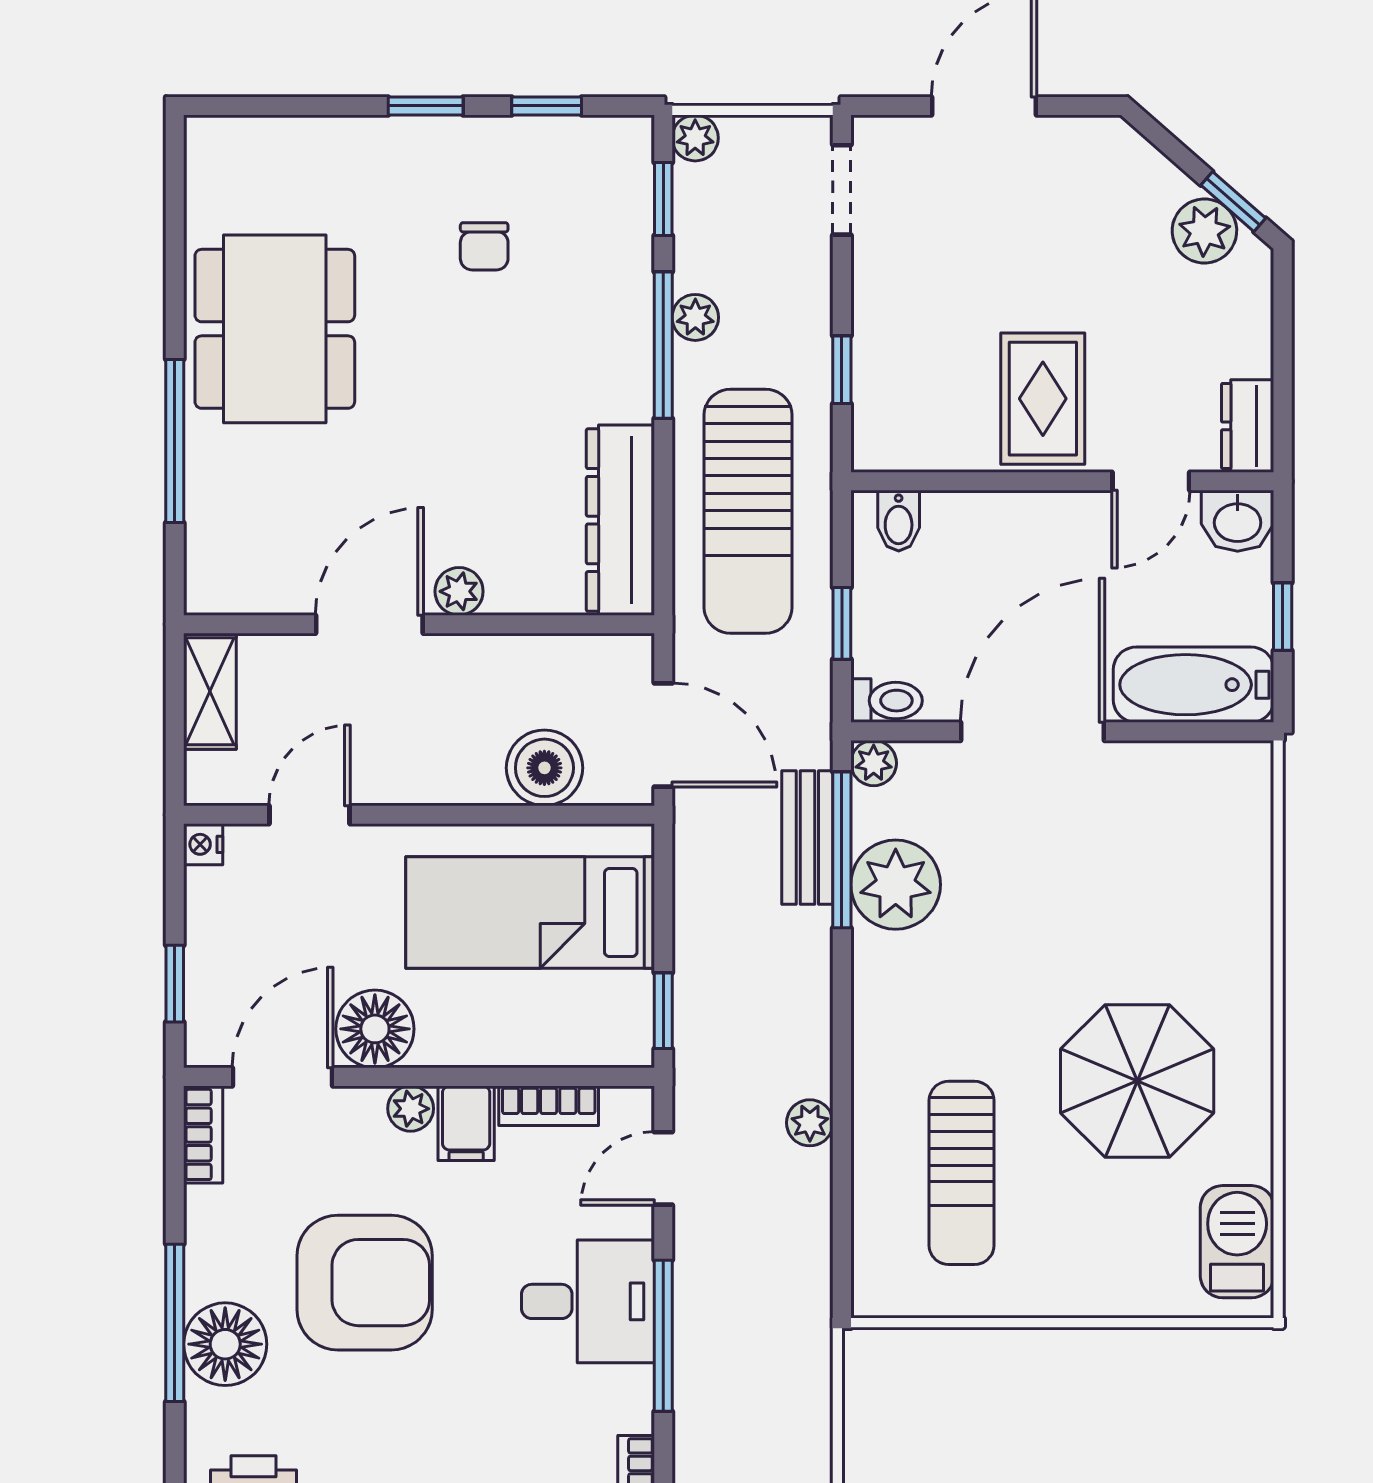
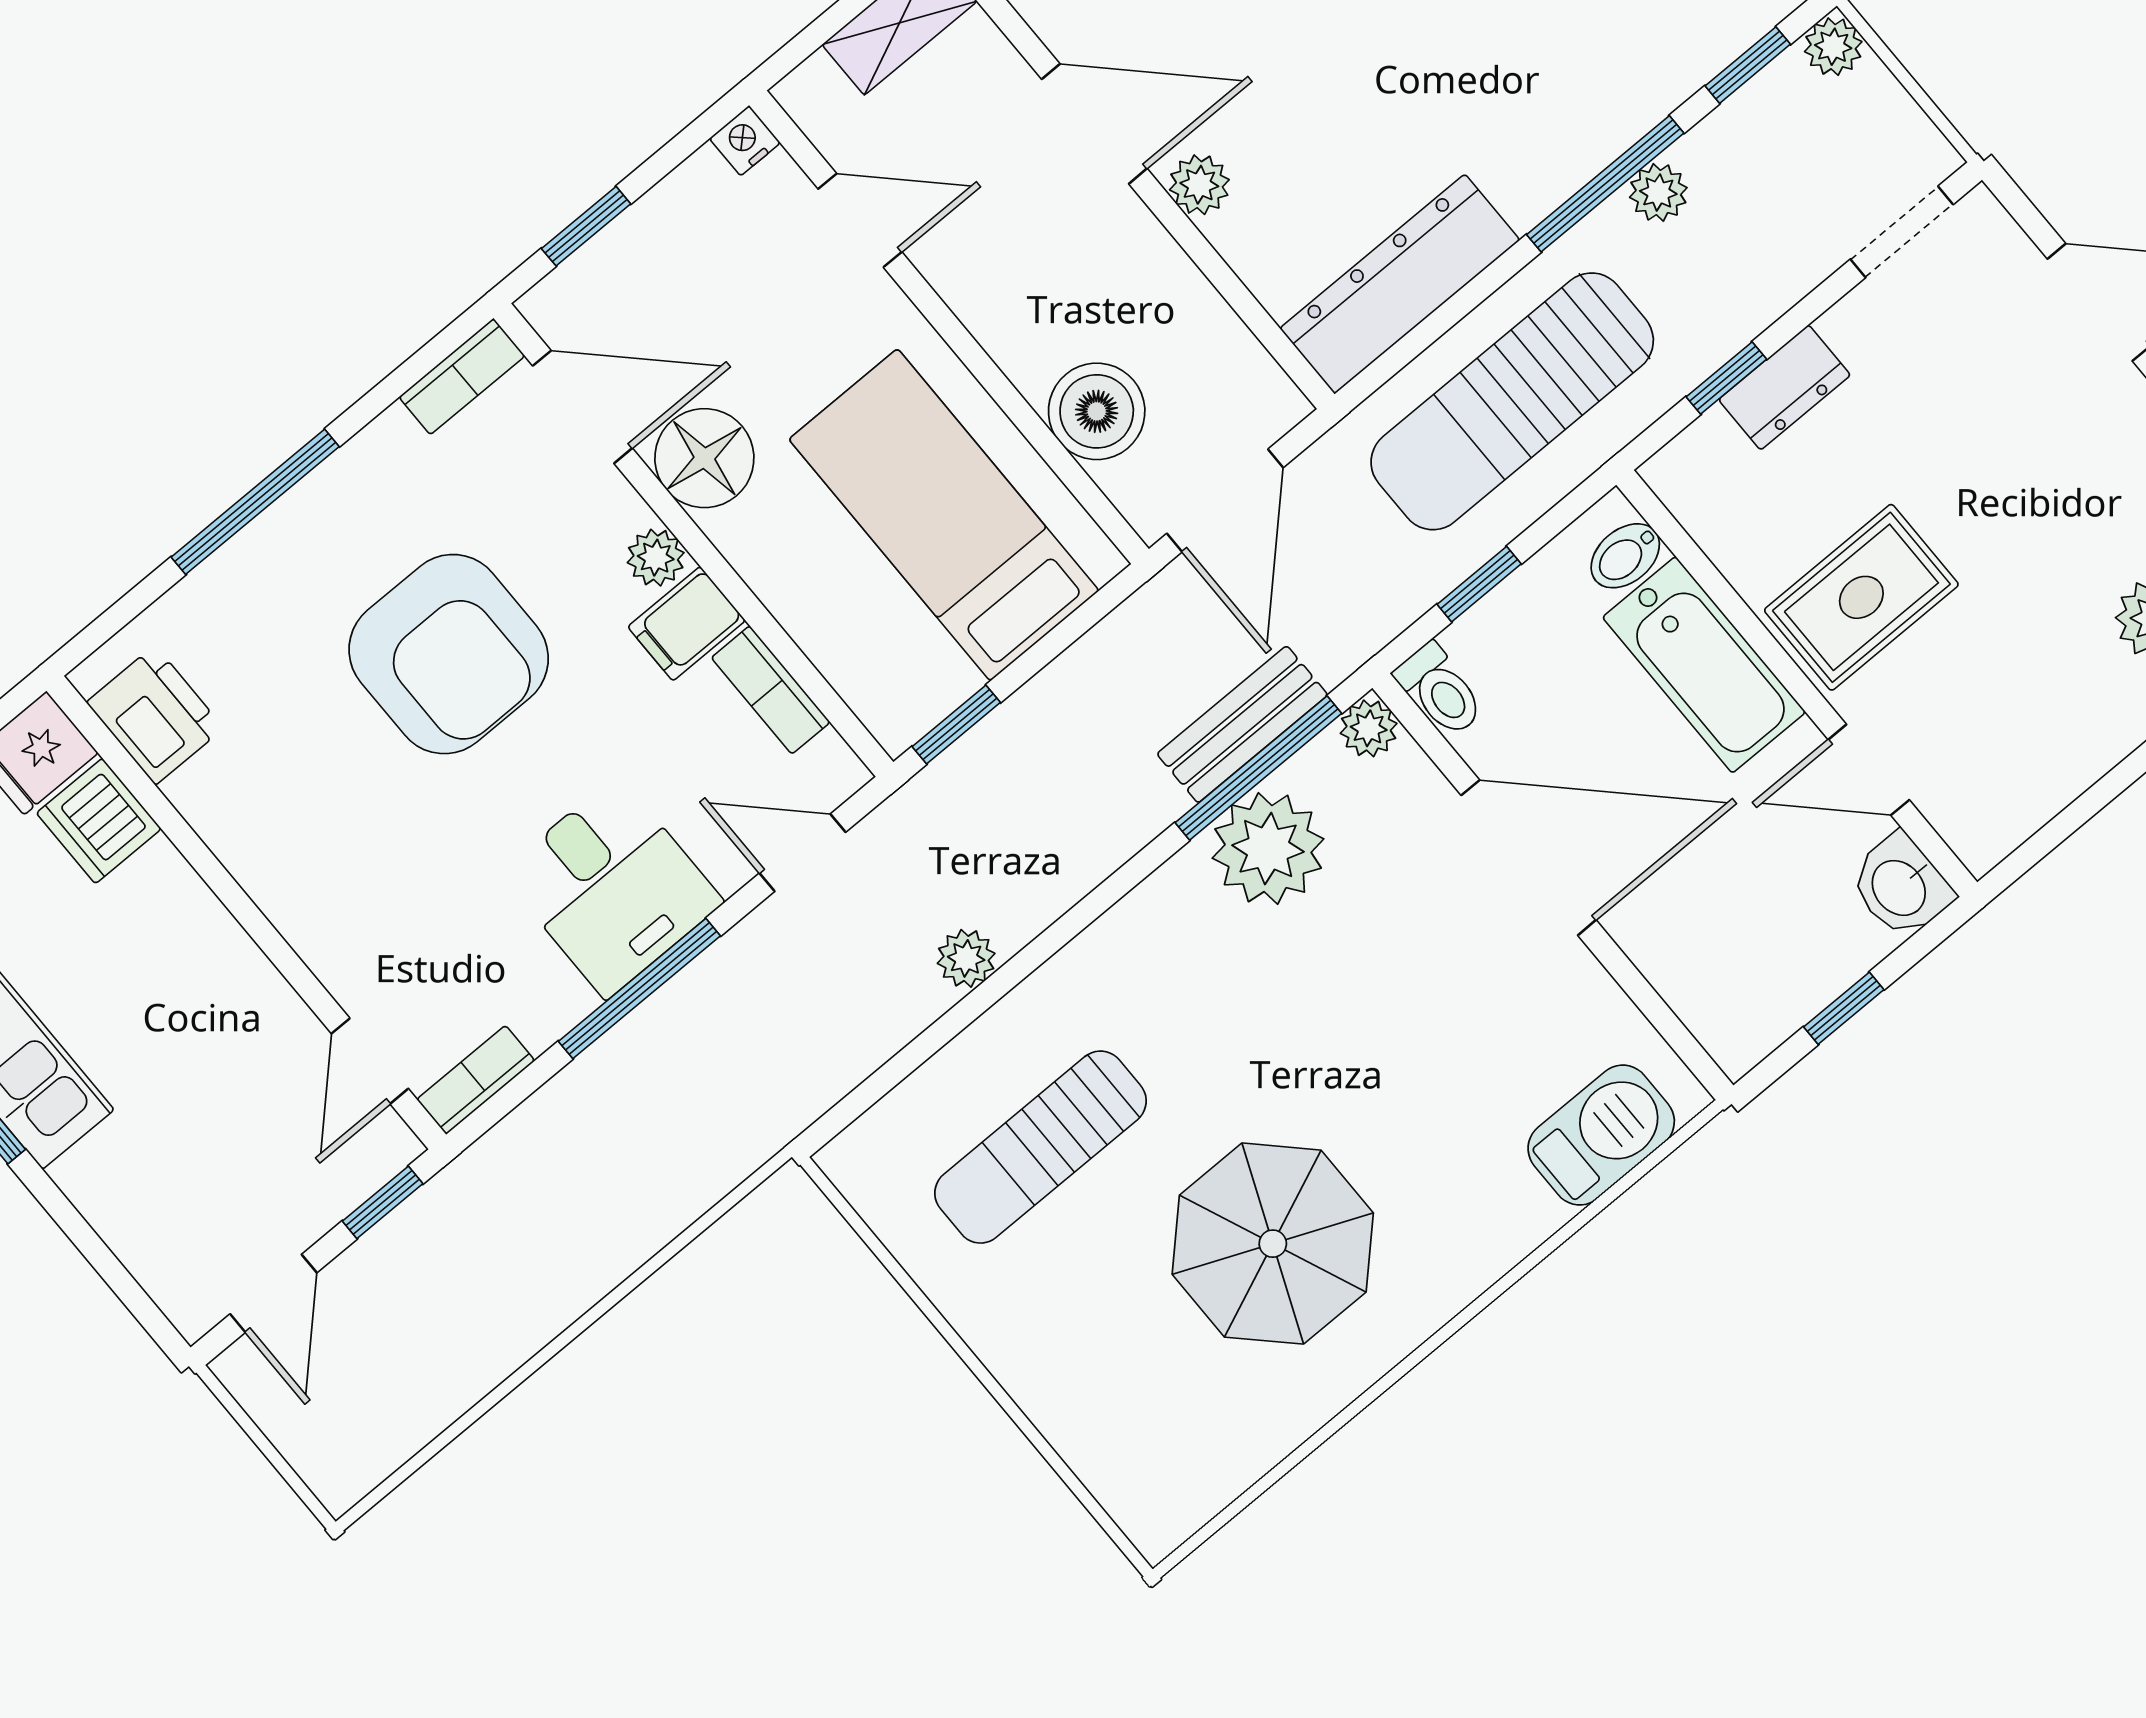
dresser: (1248, 426) -> (1785, 387), moved, turned 180
bathtub: (1194, 685) -> (1704, 665), moved, turned 180
barbecue: (1237, 1242) -> (1601, 1135), moved
floor lamp: (225, 1344) -> (275, 568), removed

